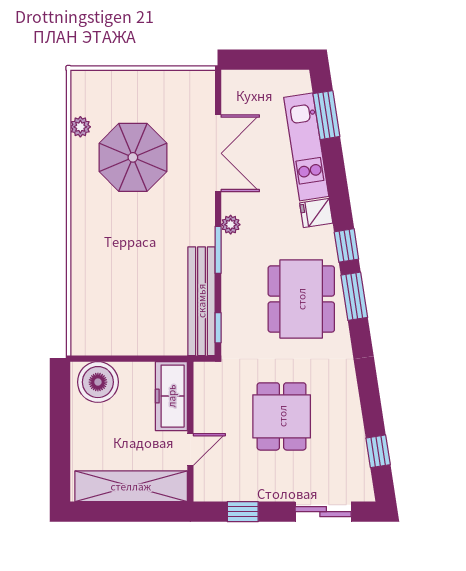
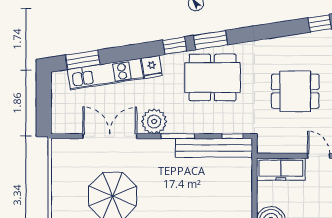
plant: (231, 225) -> (154, 121), width x1.88, depth x1.88

